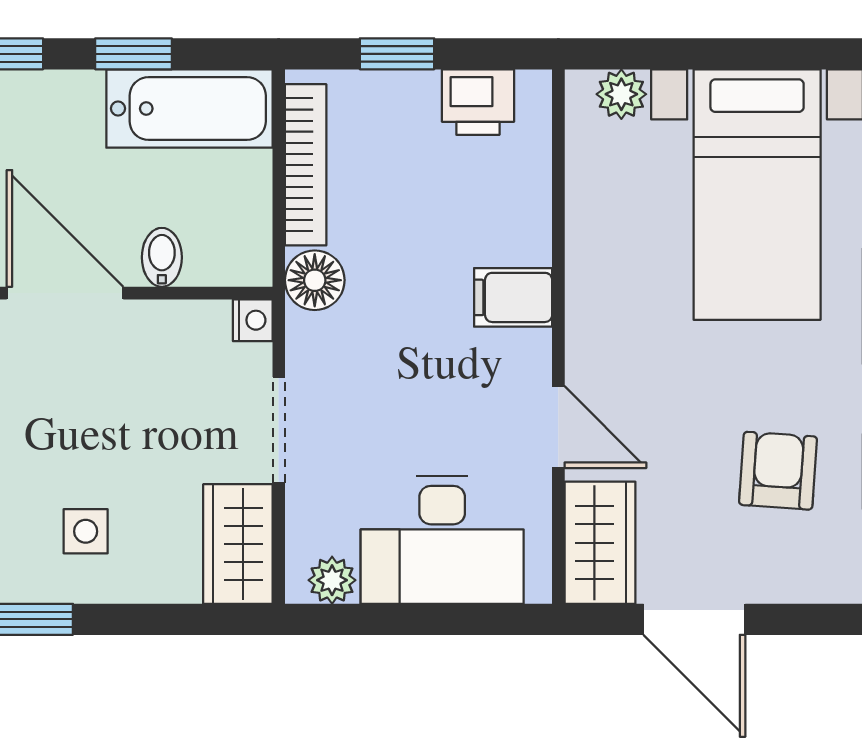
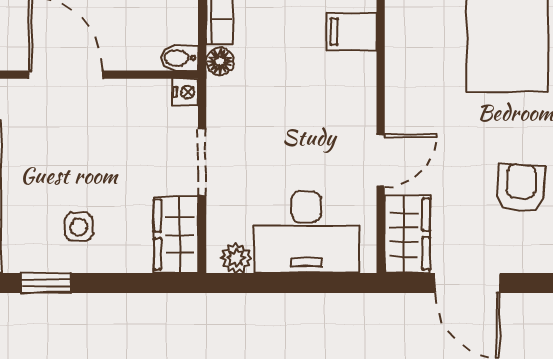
bidet: (162, 257) -> (179, 58), moved, turned -90
floor lamp: (315, 280) -> (220, 61), width x0.73, depth x0.73
filing cabinet: (513, 297) -> (352, 32), moved
door: (558, 427) -> (381, 160), hinge flipped

